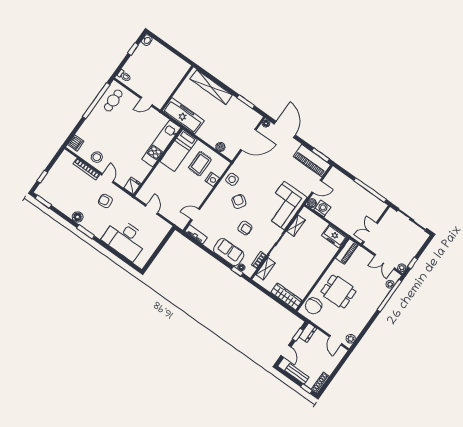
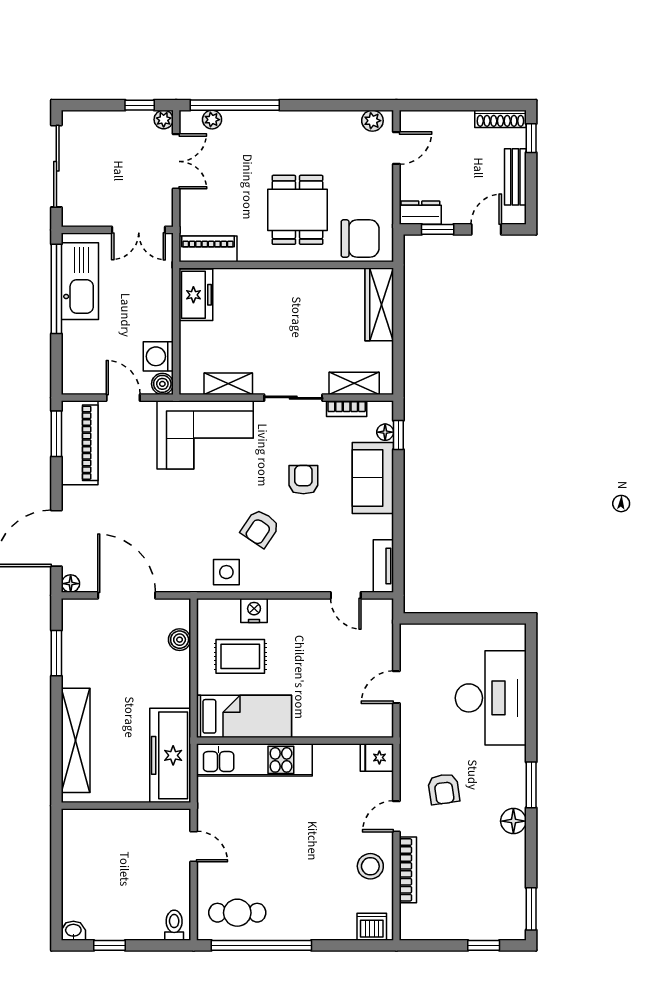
kitchen sink: (367, 200) -> (80, 281), added

